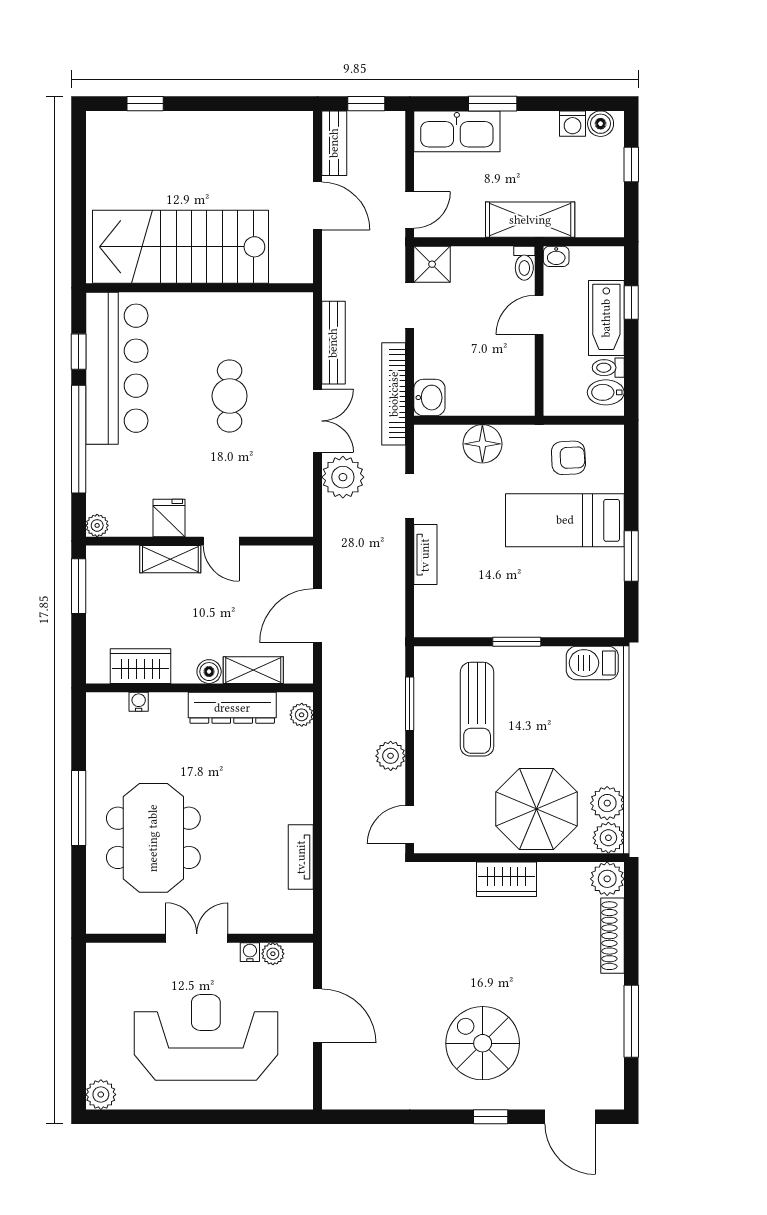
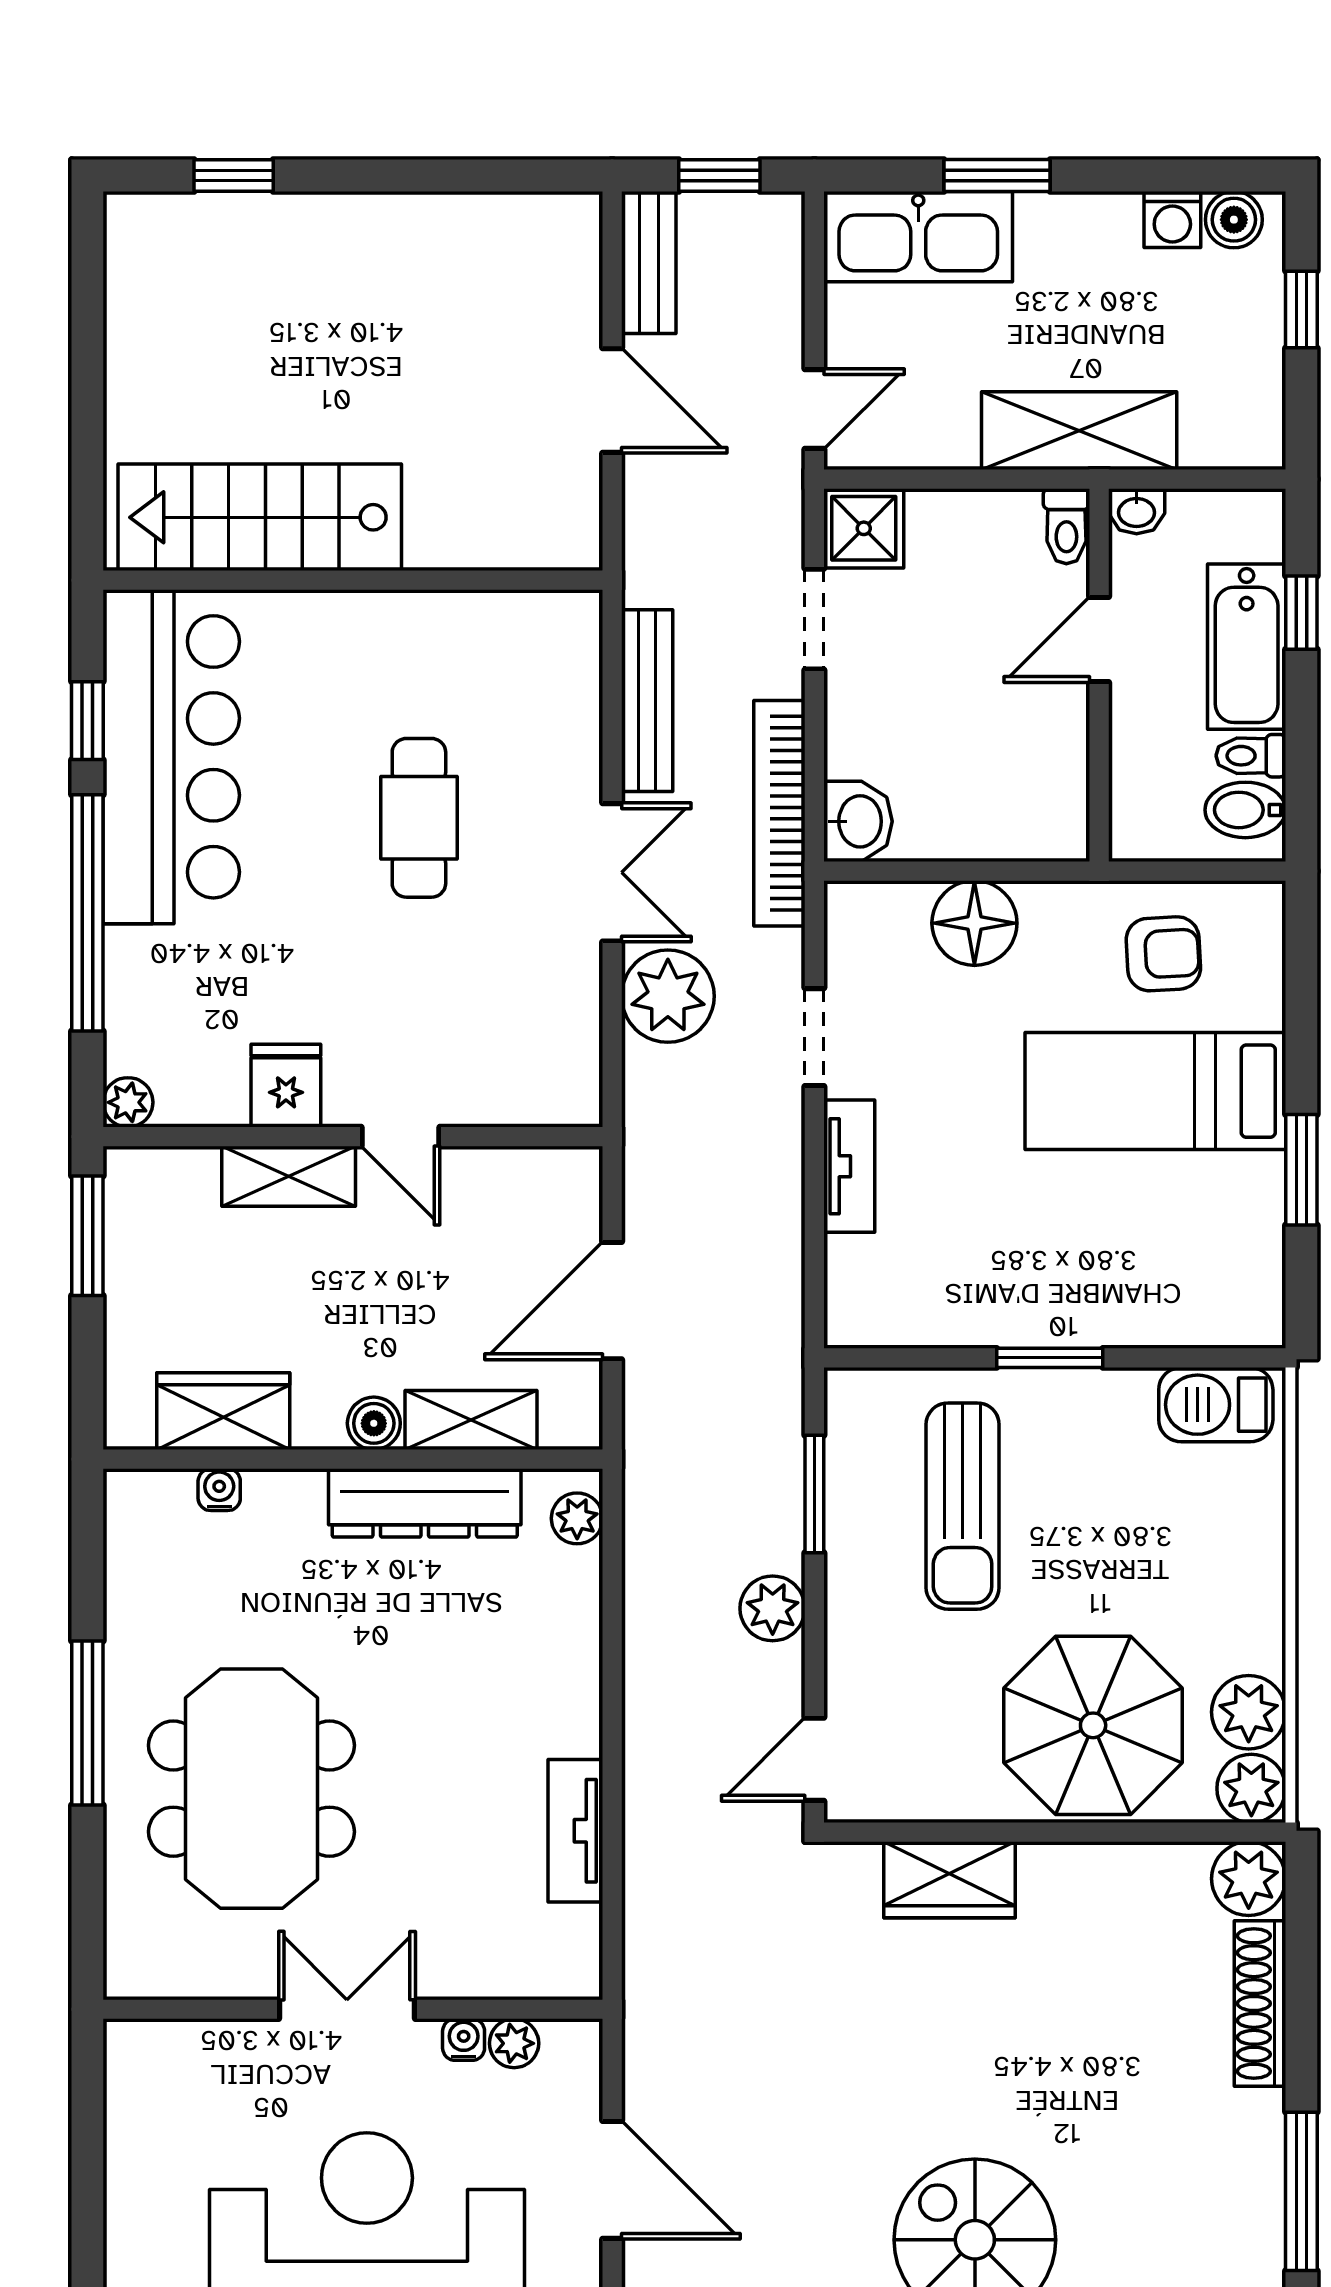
stairs: (181, 247) -> (260, 517), width x0.73, depth x0.66
wardrobe: (506, 879) -> (949, 1880), moved

